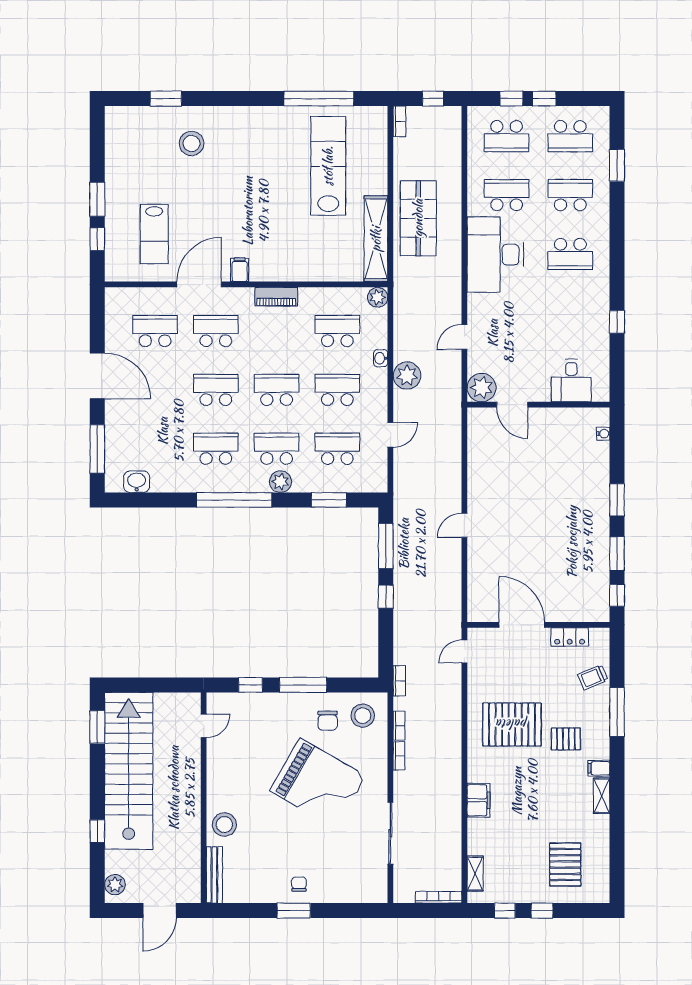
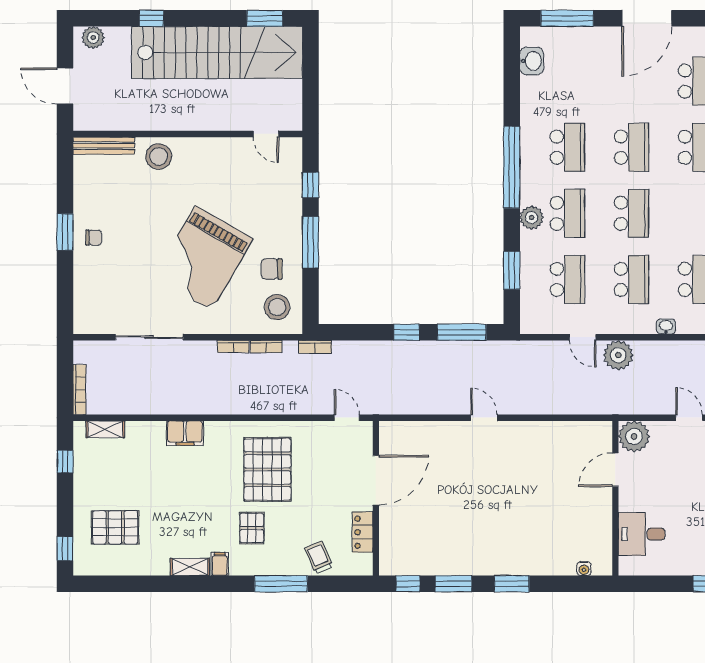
plant: (407, 376) -> (618, 355), moved
window: (542, 911) -> (65, 549), moved

